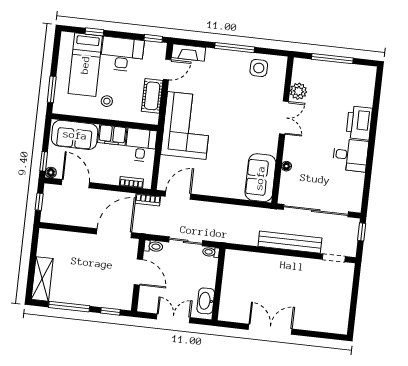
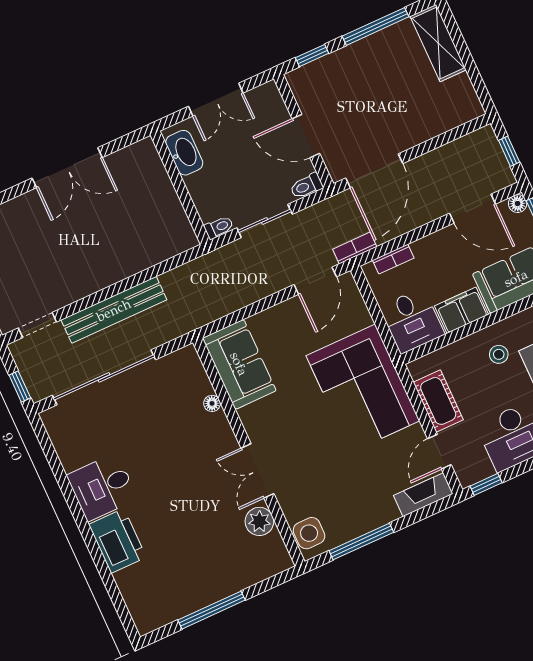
plant: (298, 91) -> (259, 521), moved
double door: (284, 118) -> (257, 471), moved
wall: (283, 130) -> (249, 452), moved
floor lamp: (286, 166) -> (212, 403), moved
sofa: (260, 178) -> (239, 364), moved

